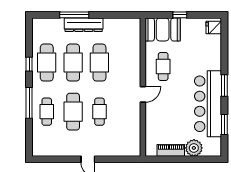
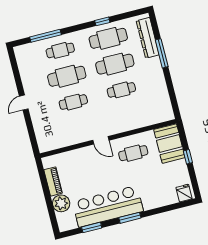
dresser: (84, 25) -> (148, 38), moved
cafe table: (99, 63) -> (121, 90), width x0.73, depth x0.74
window: (29, 103) -> (45, 36), moved

